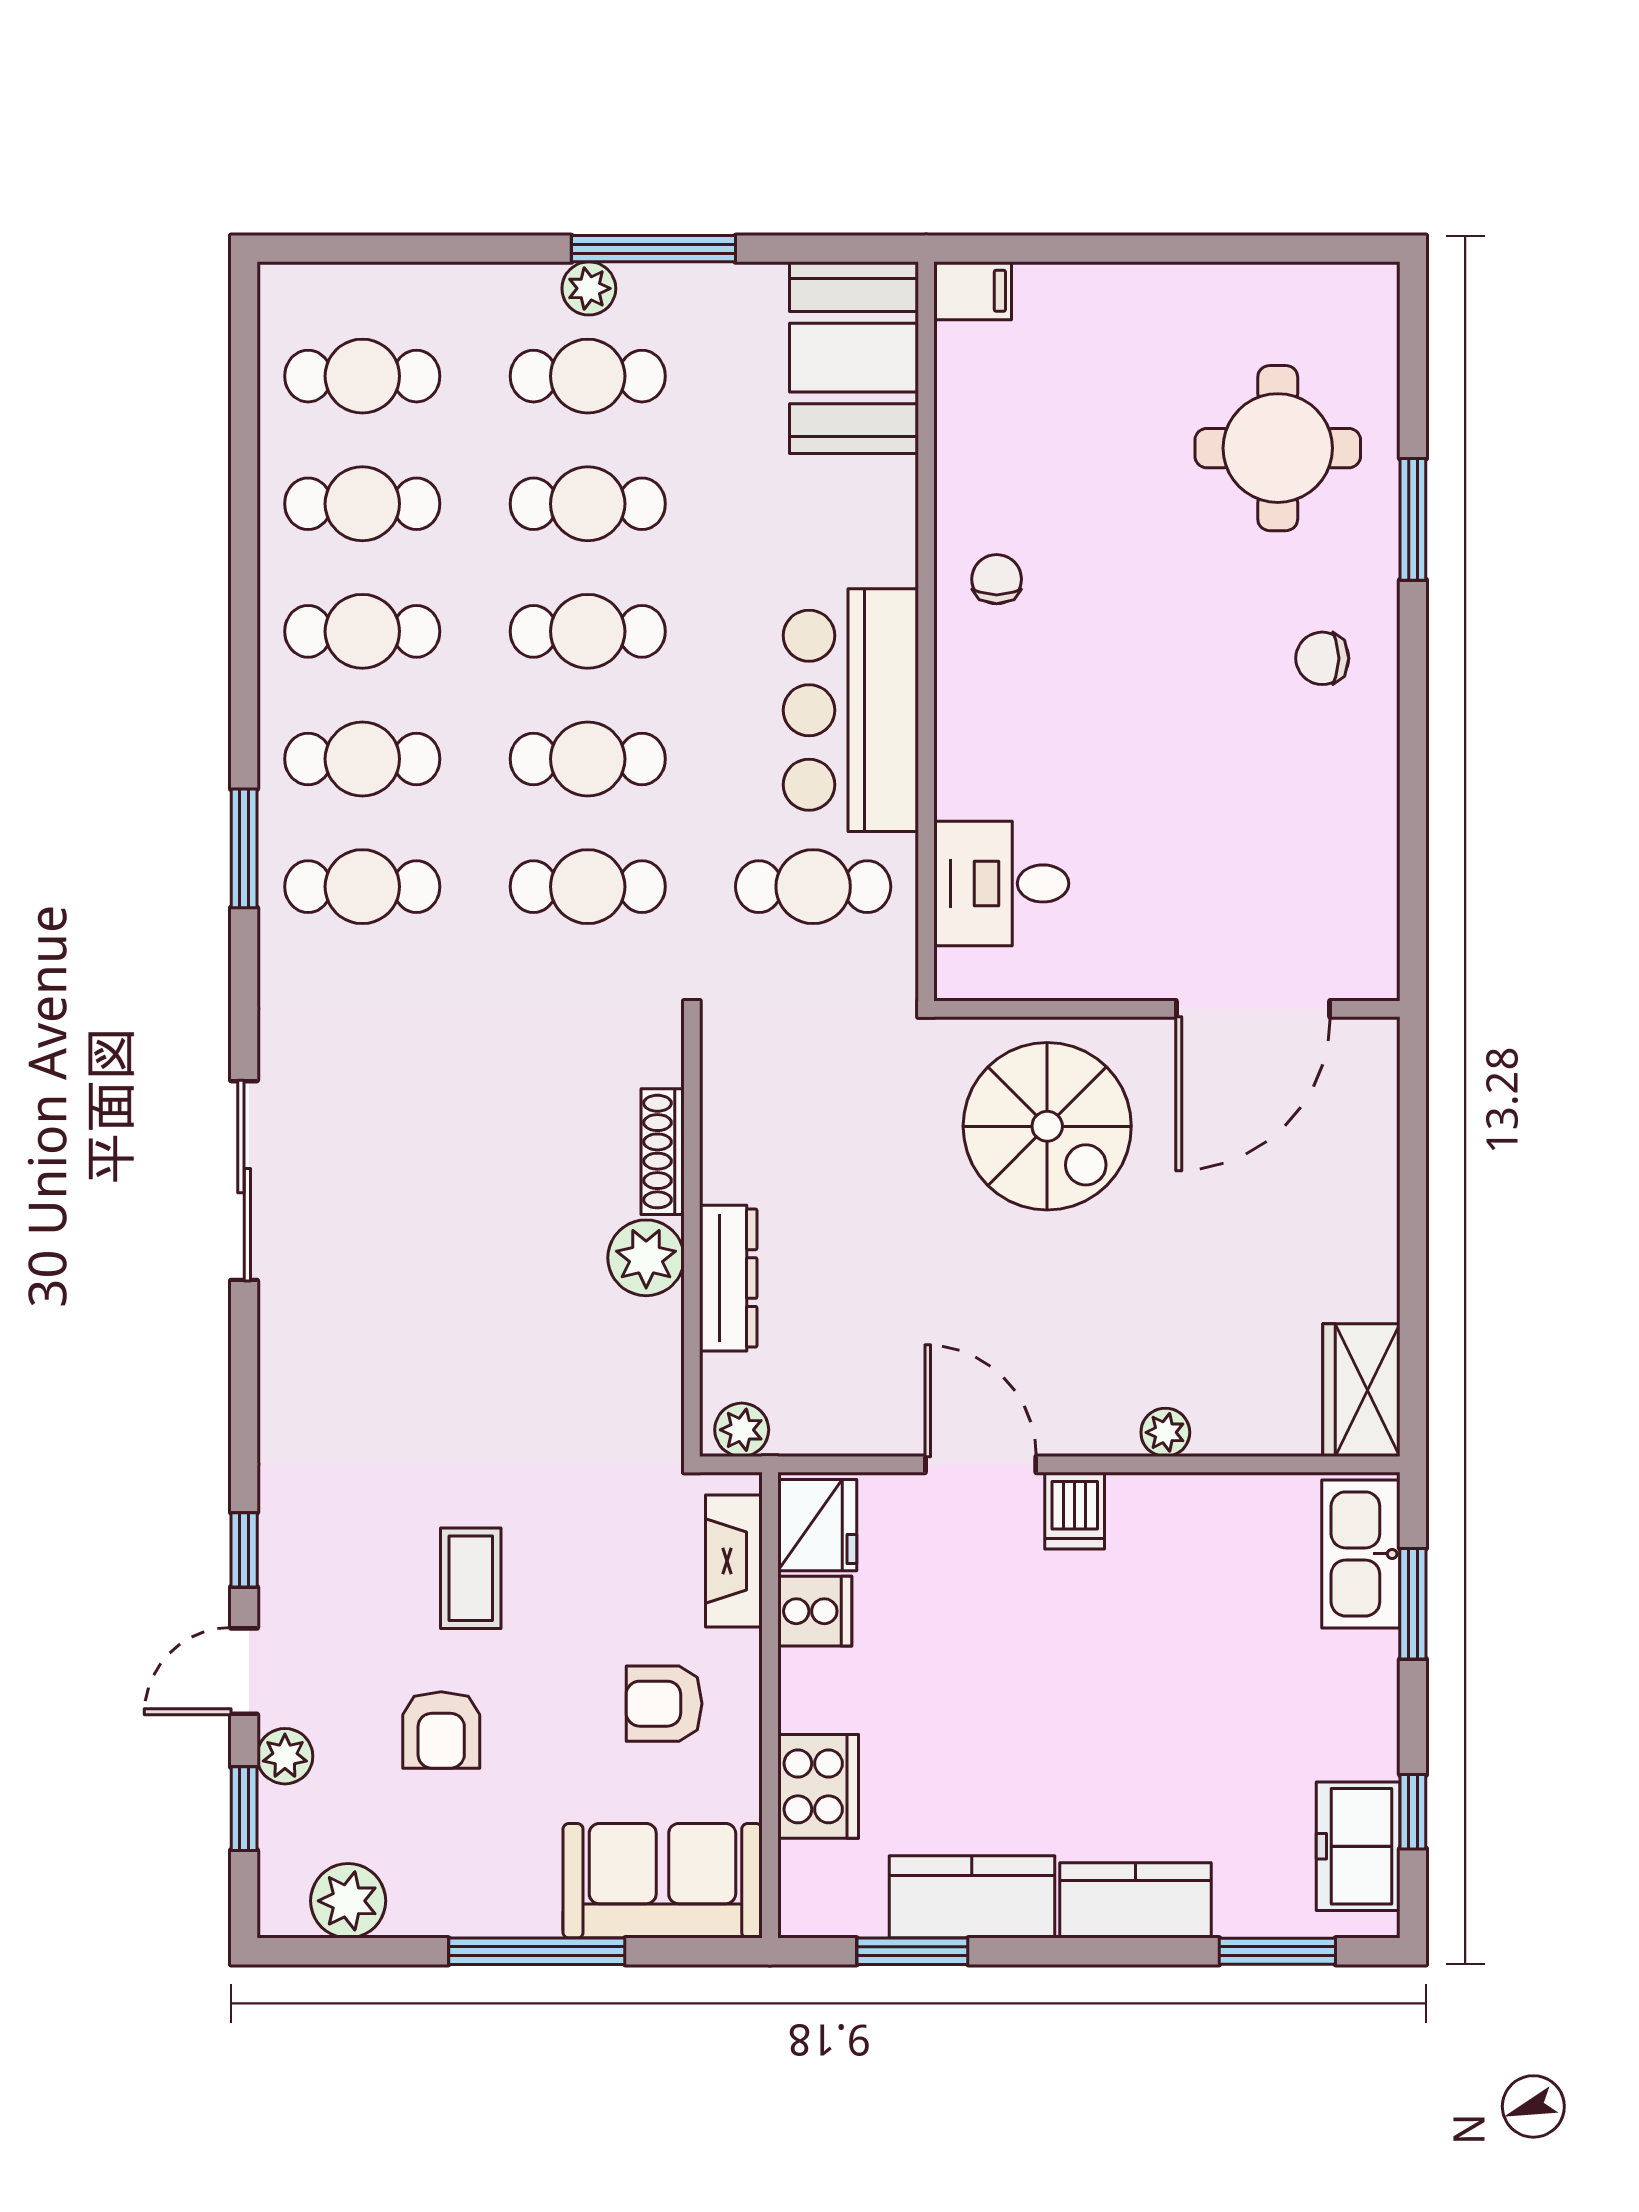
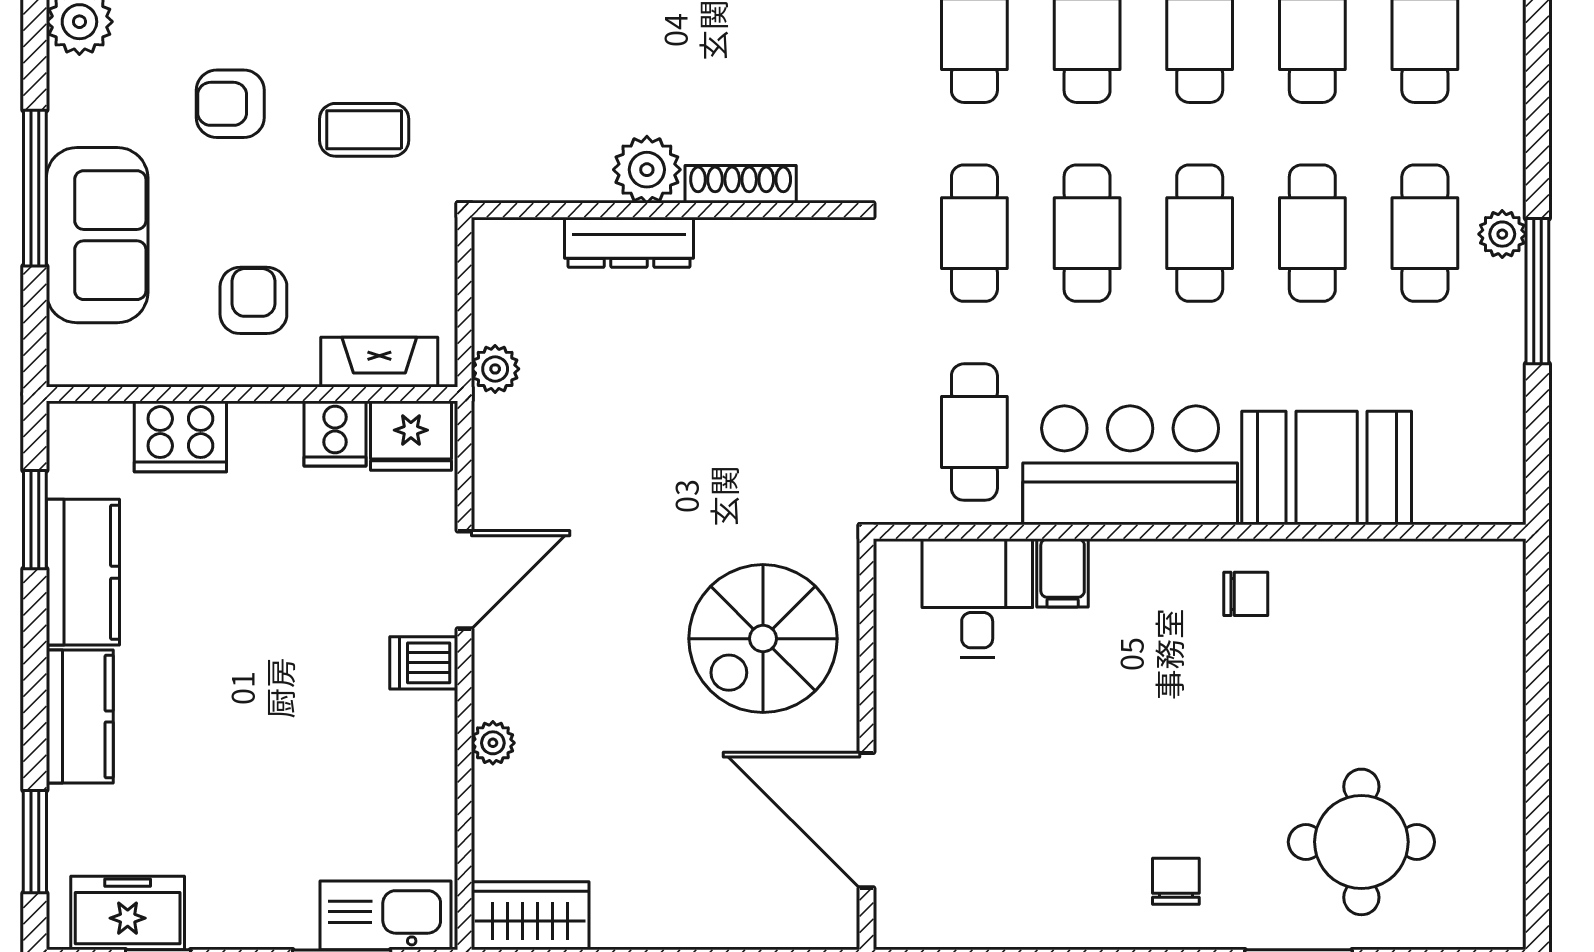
filing cabinet: (973, 291) -> (1063, 573), moved
booth: (854, 358) -> (1327, 468), moved
shoe rack: (663, 1152) -> (741, 184), moved
wall: (692, 1237) -> (666, 210), moved
plant: (646, 1258) -> (647, 170), moved
dresser: (728, 1278) -> (629, 242), moved
sofa: (662, 1881) -> (97, 235), moved

